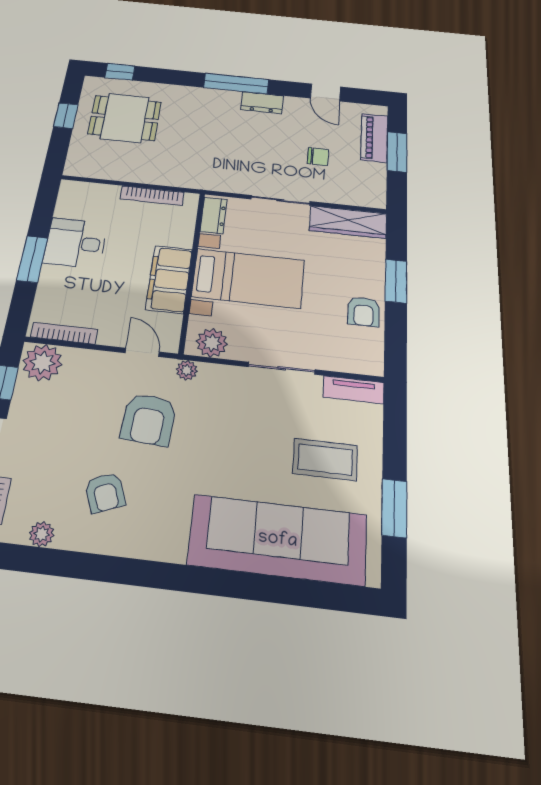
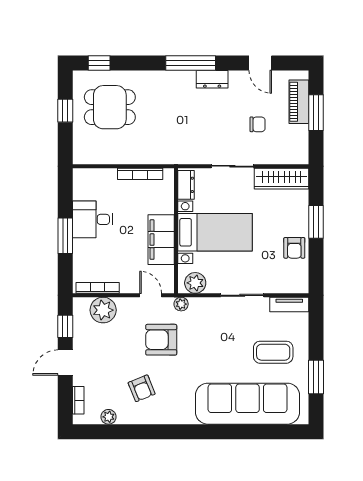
plant: (42, 363) -> (103, 310), moved
armchair: (149, 419) -> (161, 340), turned 86

